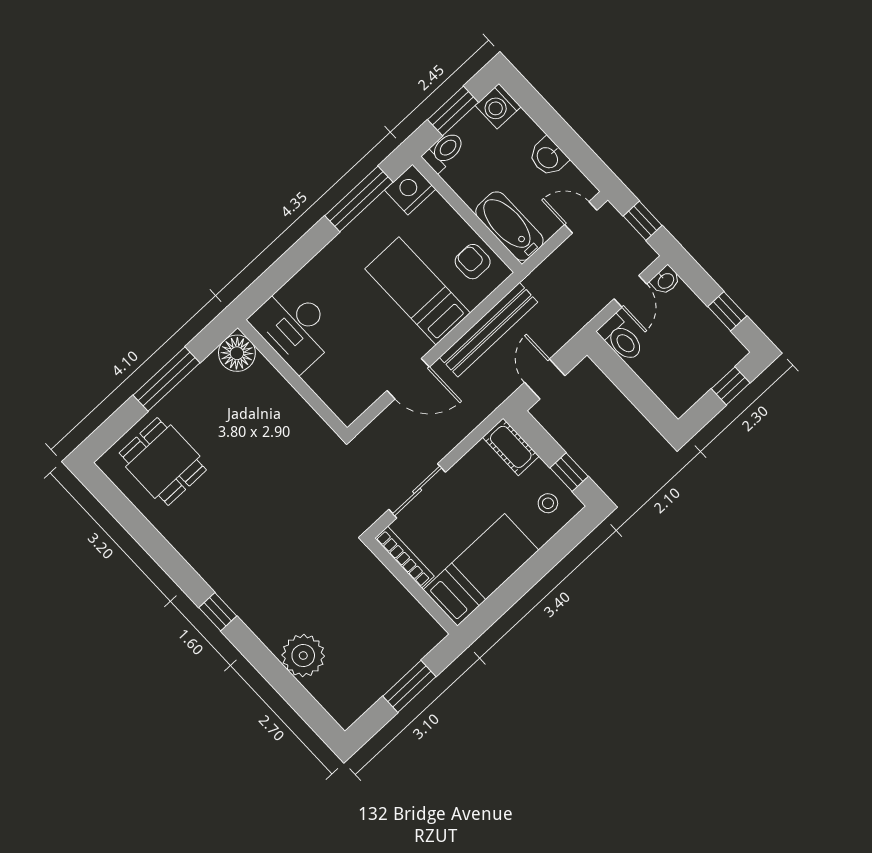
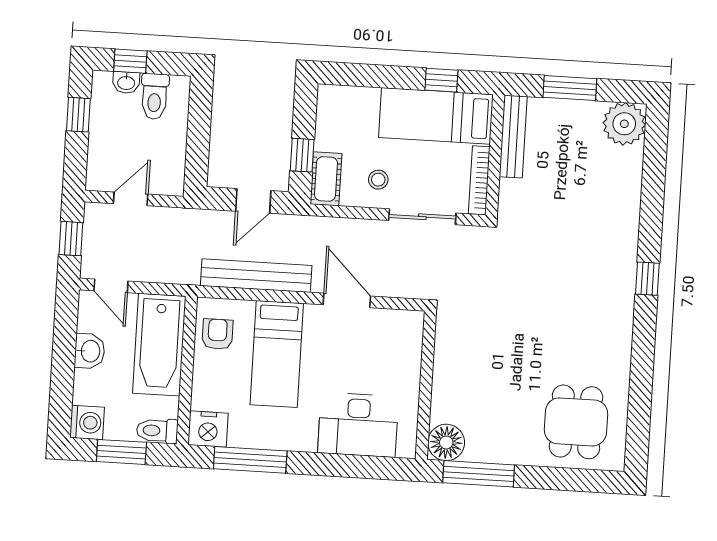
bathtub: (509, 226) -> (159, 345), width x1.36, depth x1.36
armchair: (473, 262) -> (217, 334), turned 180
washbasin: (665, 281) -> (126, 82), moved, turned 180
desk: (295, 327) -> (358, 425), moved, turned 90
toilet: (621, 339) -> (155, 96), moved, turned 180
window: (166, 379) -> (479, 474), moved
window: (569, 472) -> (302, 155), moved
stool: (548, 503) -> (378, 180), moved
window: (503, 599) -> (441, 80), added
bench: (413, 612) -> (513, 137), added
plant: (303, 656) -> (624, 124), moved

